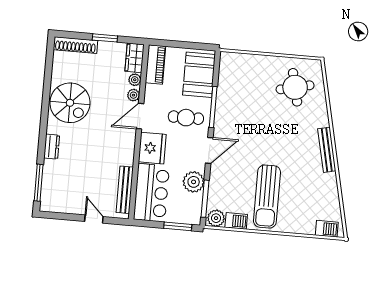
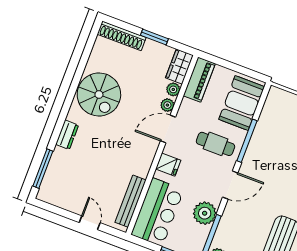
fridge: (152, 148) -> (168, 165), width x0.53, depth x0.75

